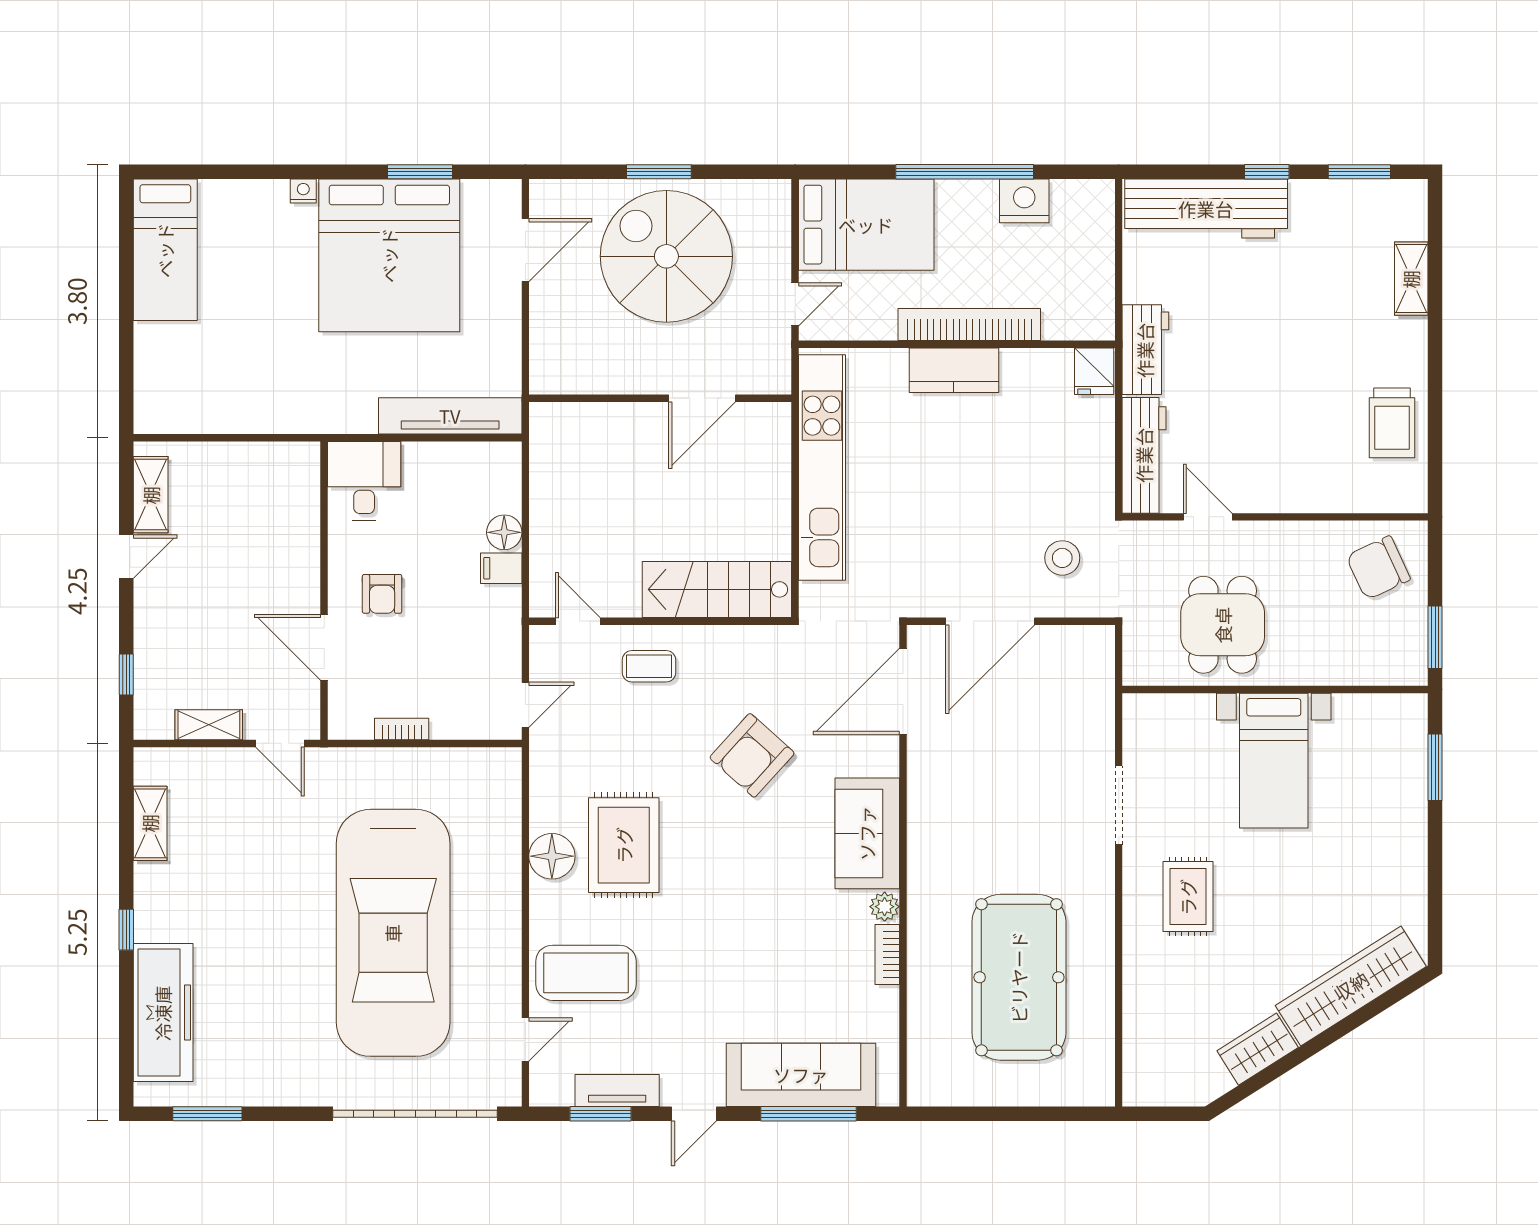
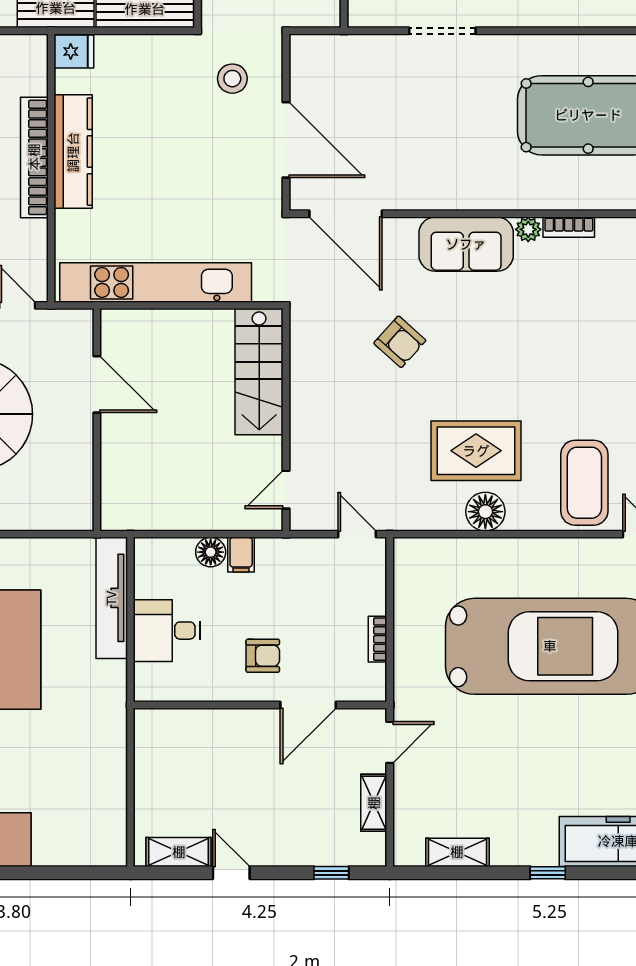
kitchen counter: (954, 370) -> (73, 152), width x1.50
desk: (364, 481) -> (167, 631), moved
coffee table: (649, 666) -> (324, 429), removed
armchair: (752, 755) -> (400, 342), width x0.72, depth x0.72

